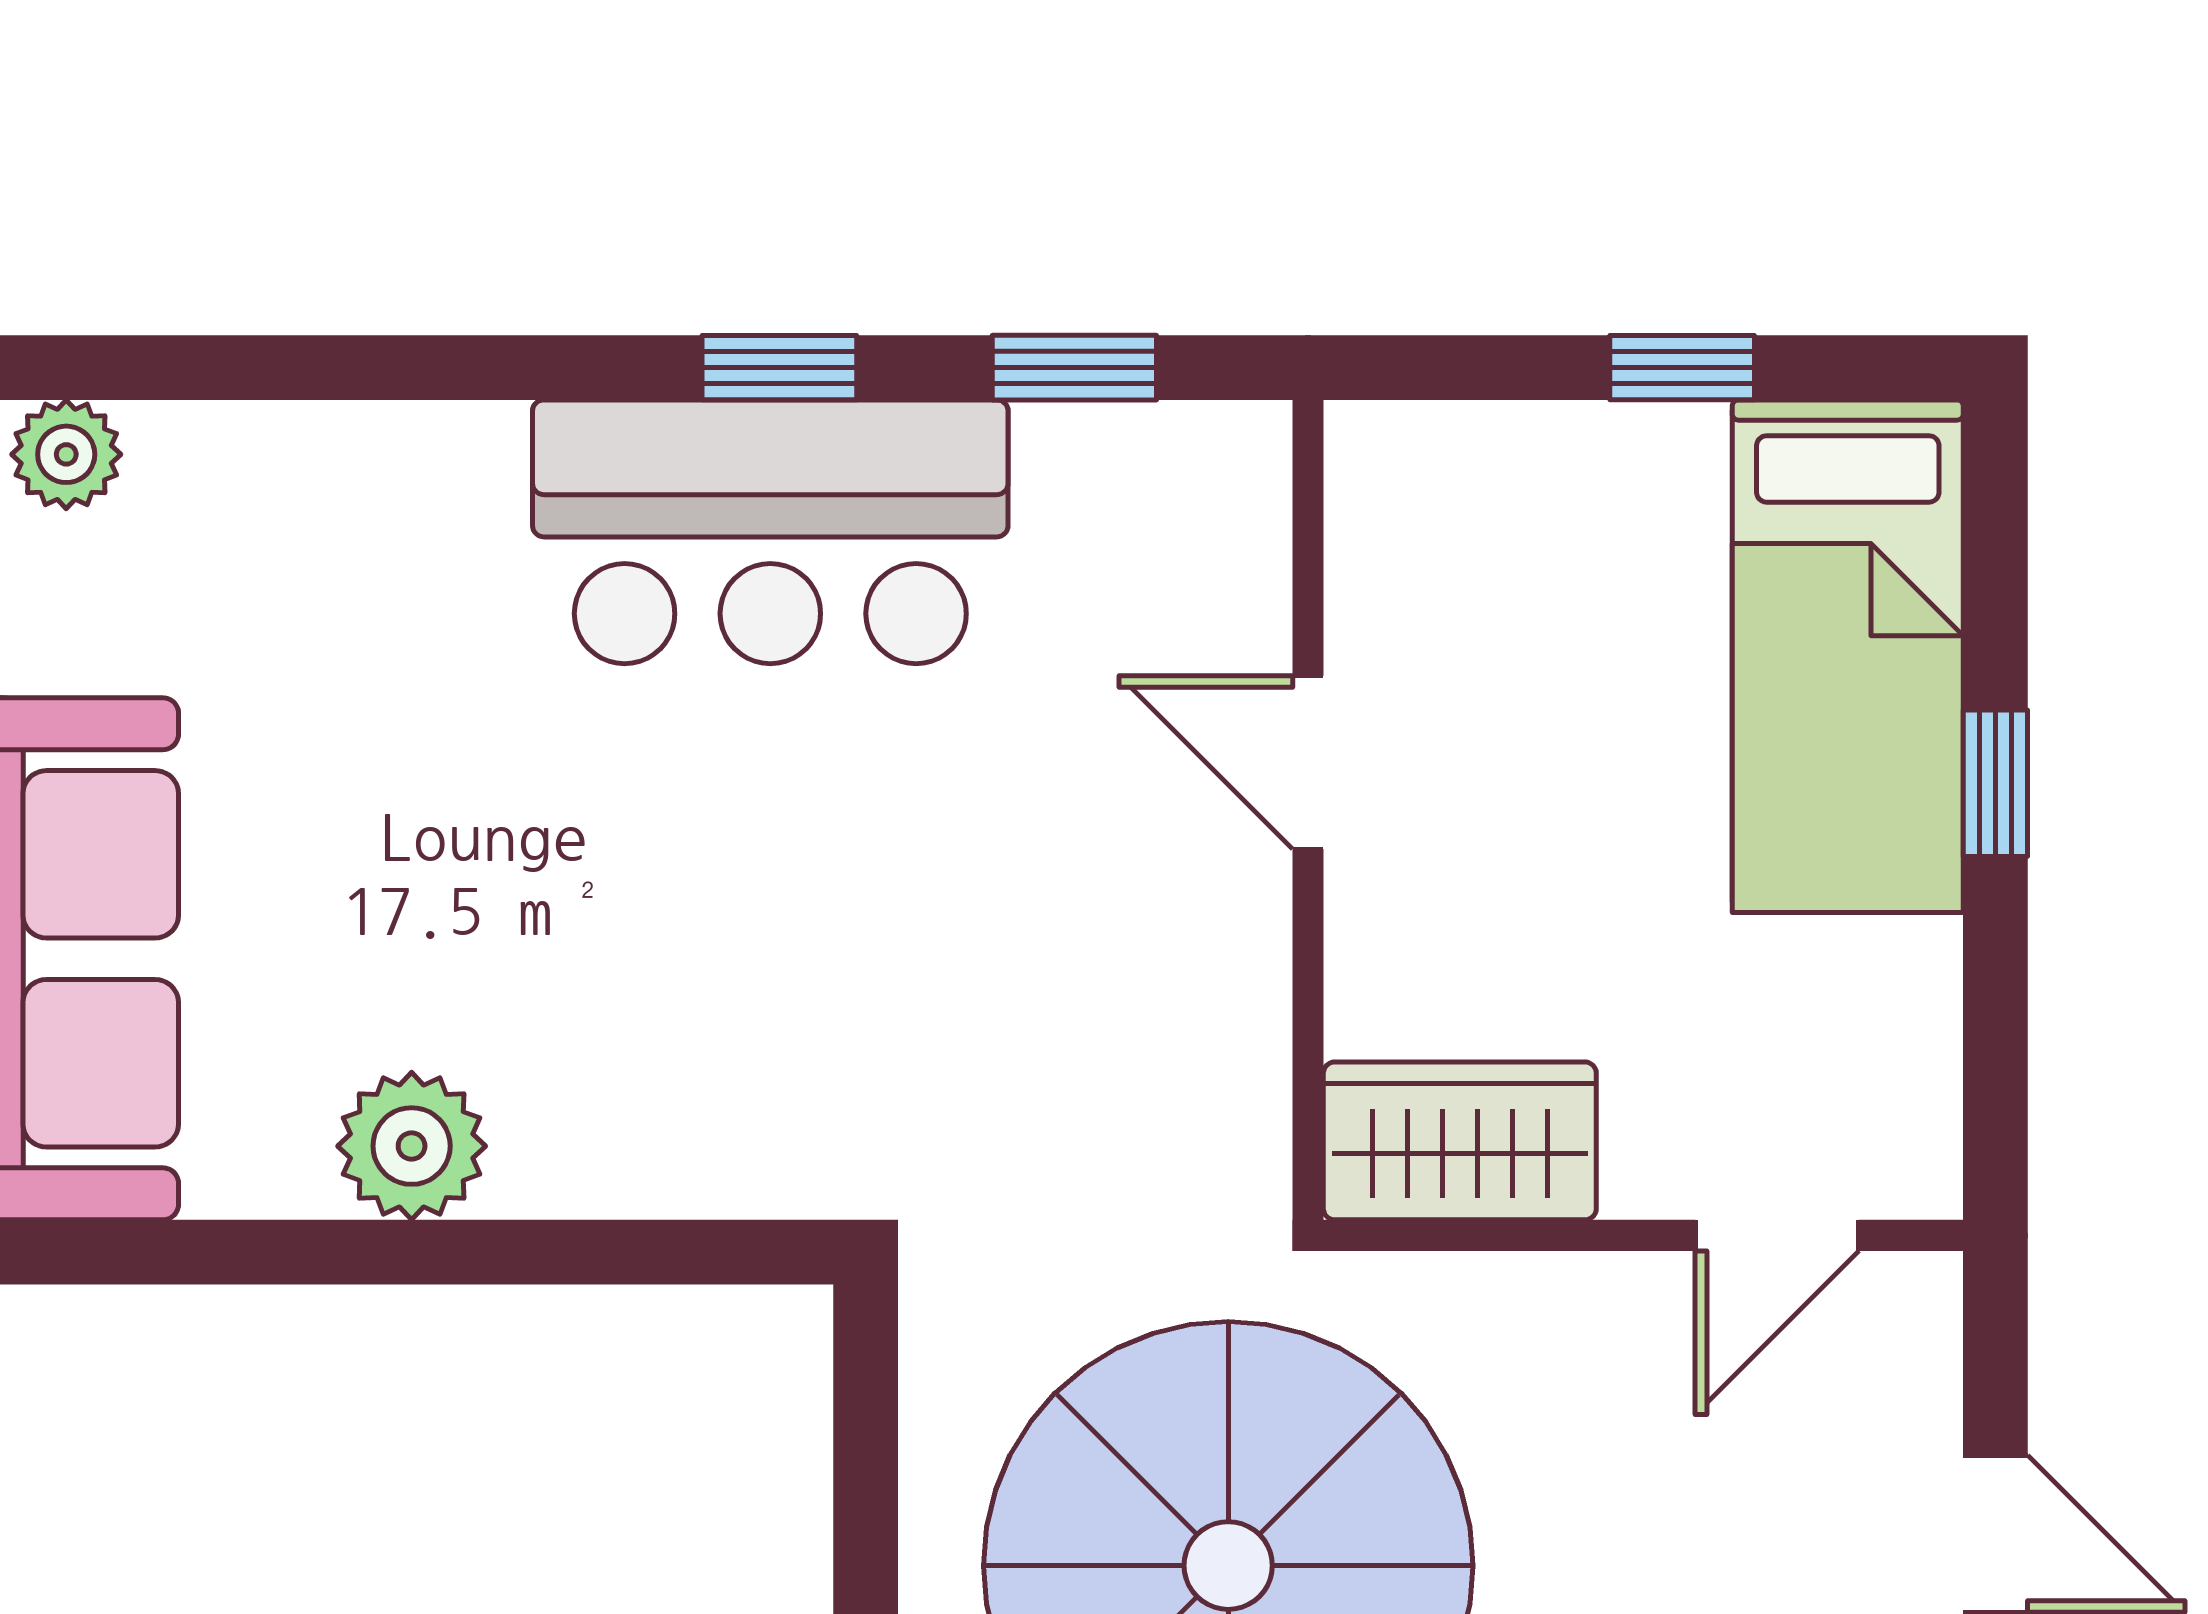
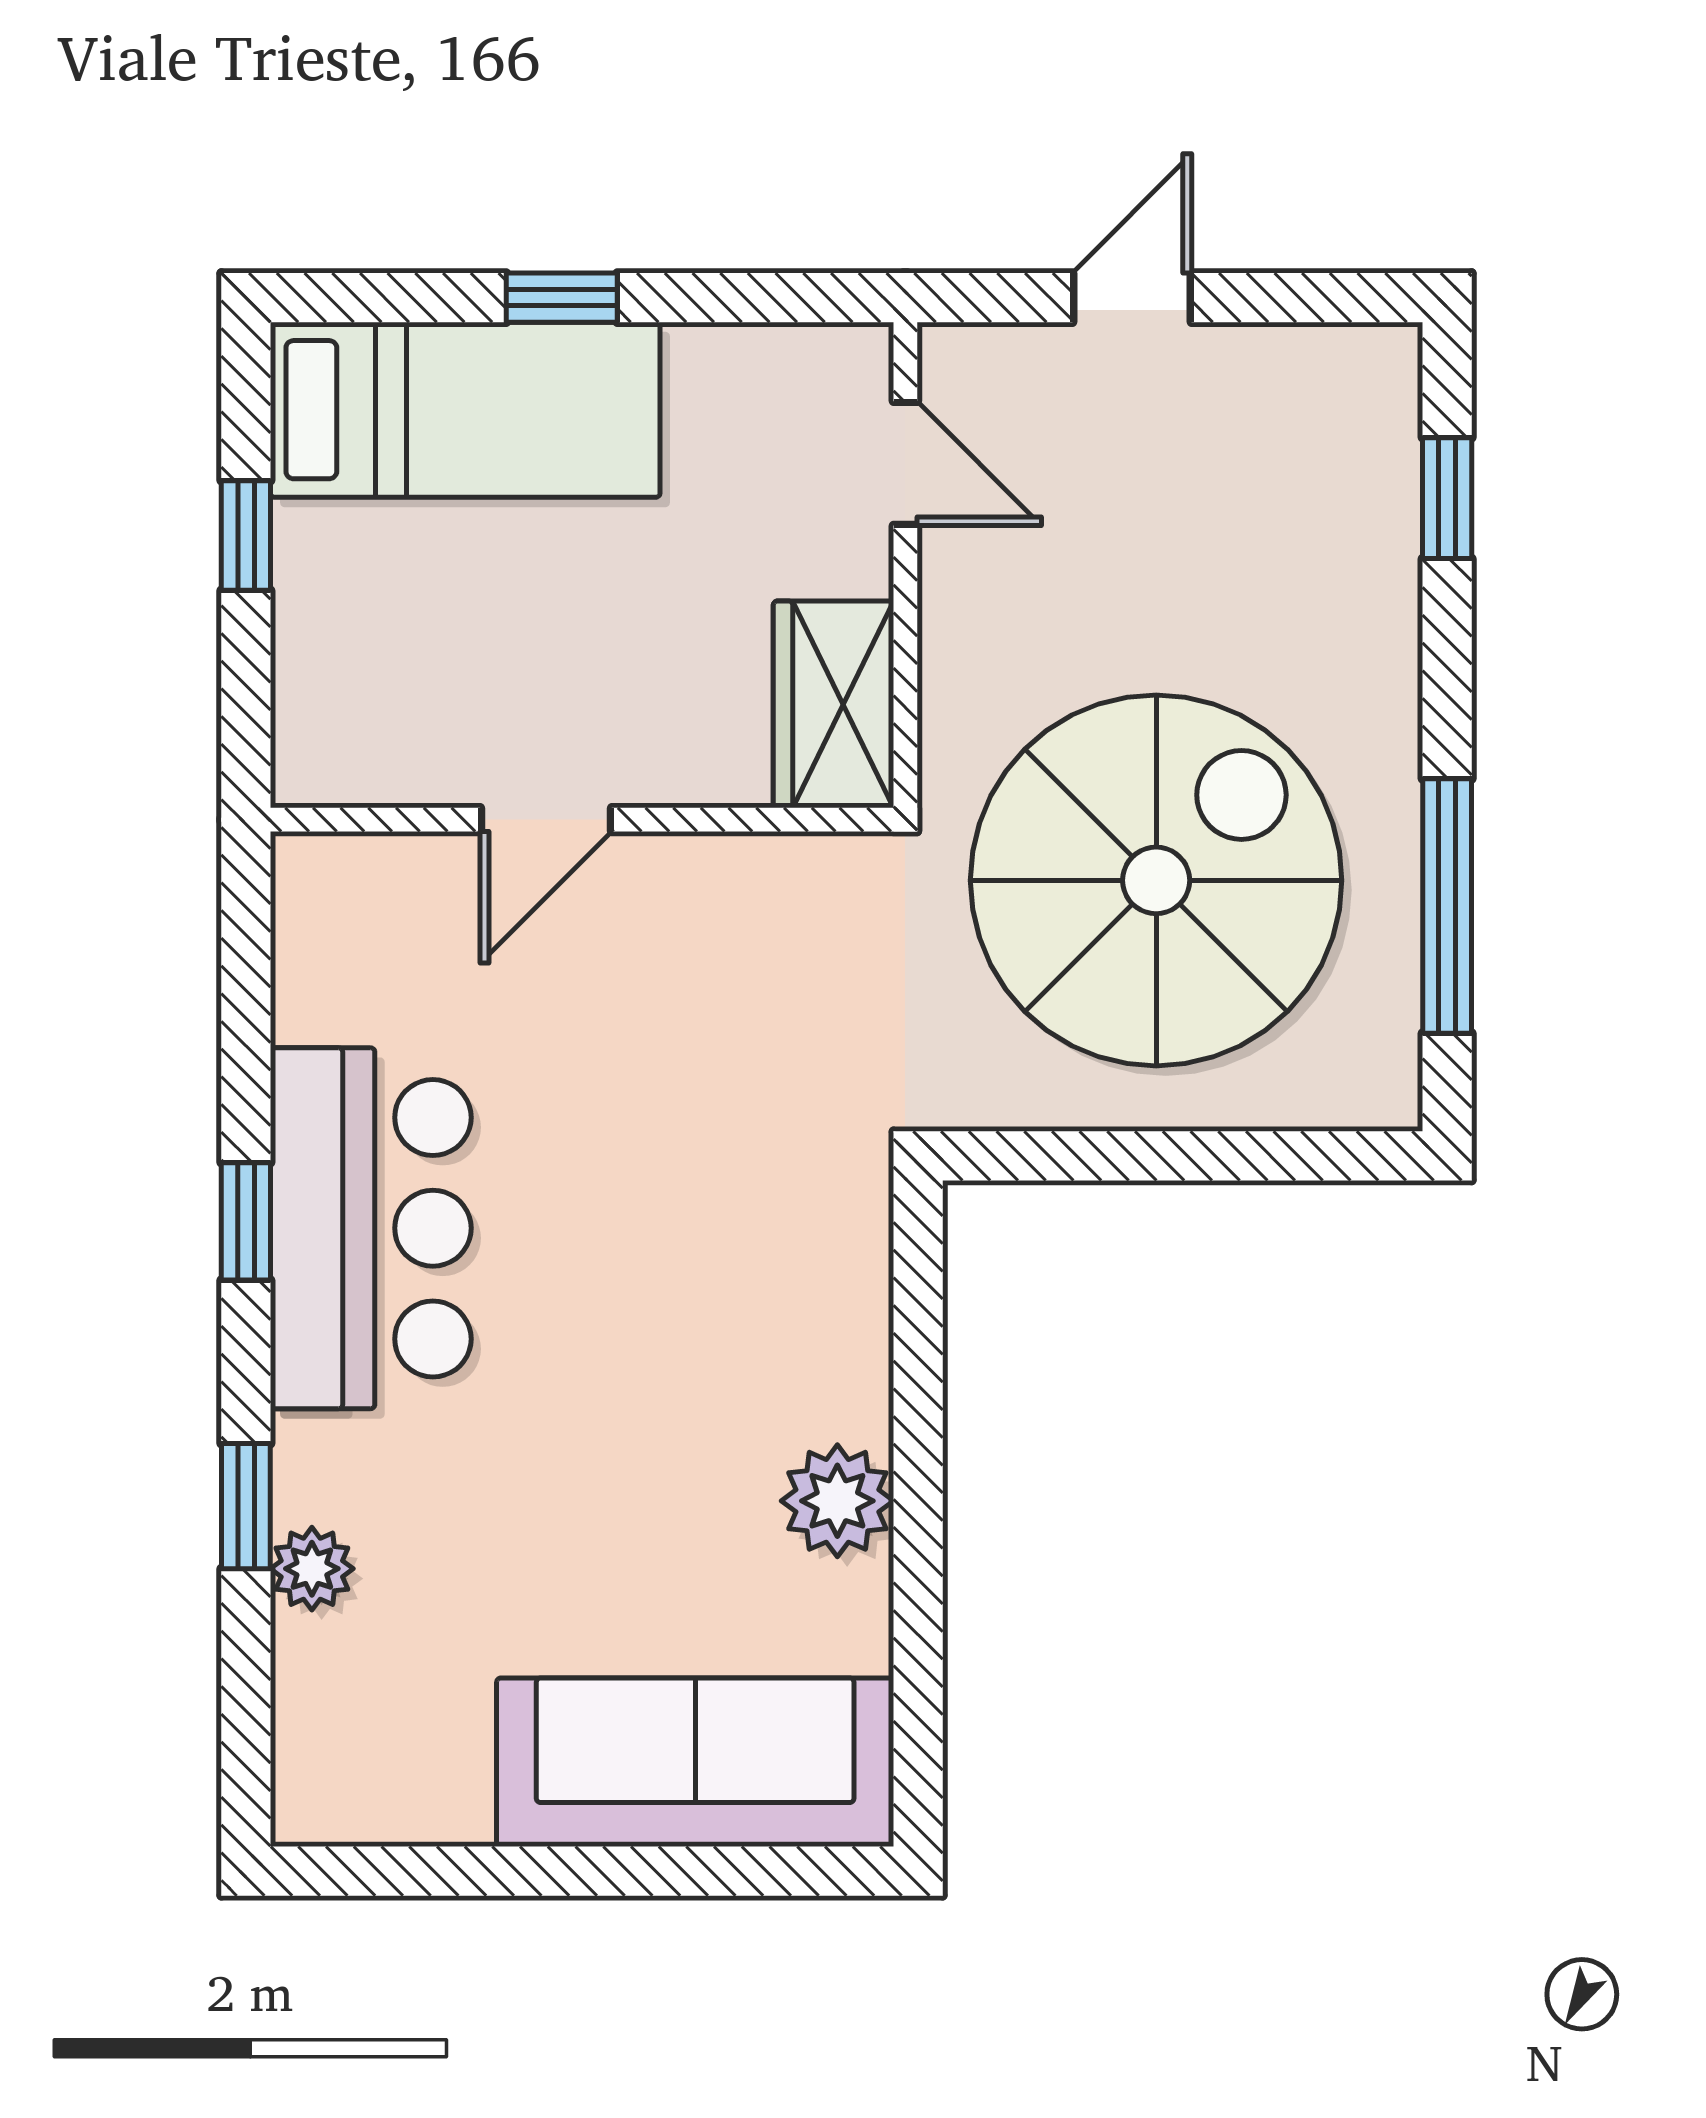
window: (1074, 368) -> (246, 1506), moved
plant: (66, 454) -> (312, 1569), moved

